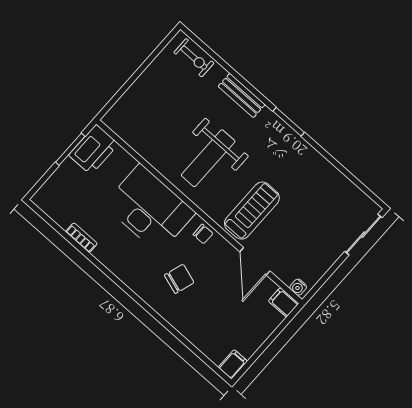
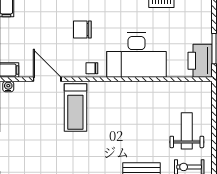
weight bench: (208, 158) -> (187, 131), moved, width x0.73, depth x0.75
chair: (179, 279) -> (82, 29), turned 72

